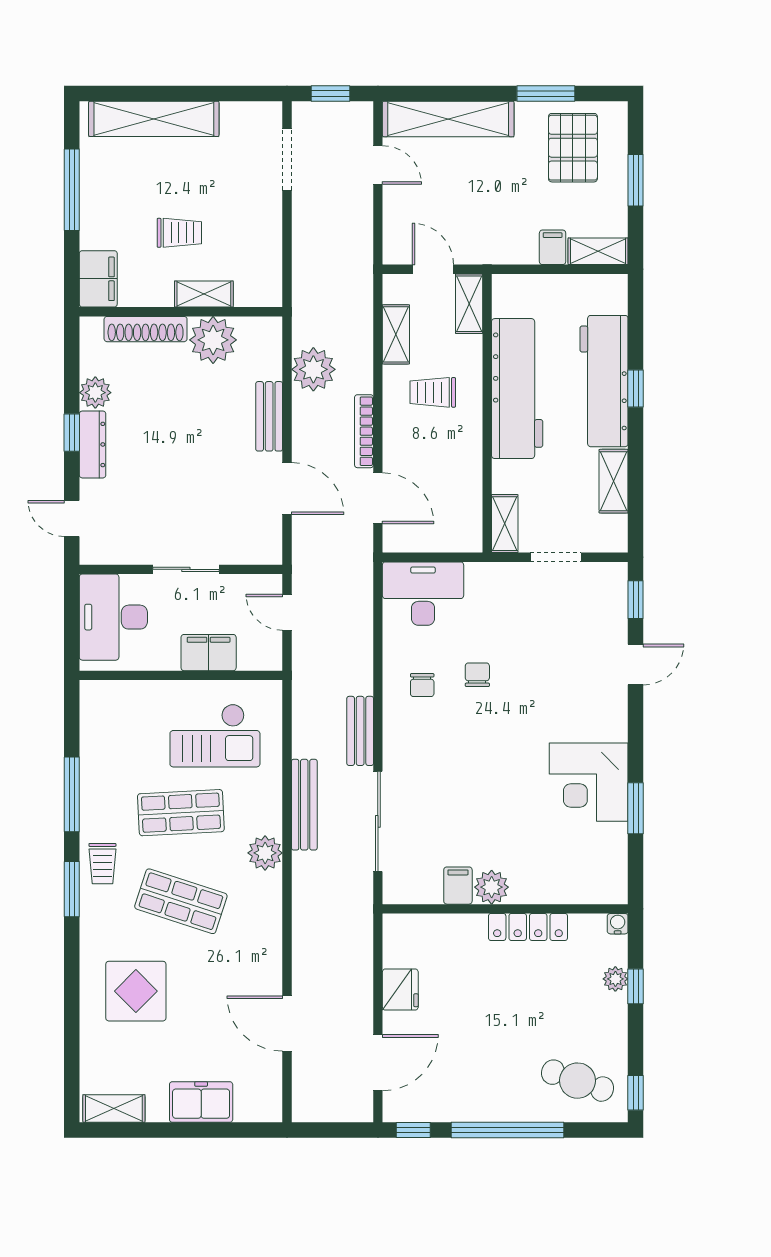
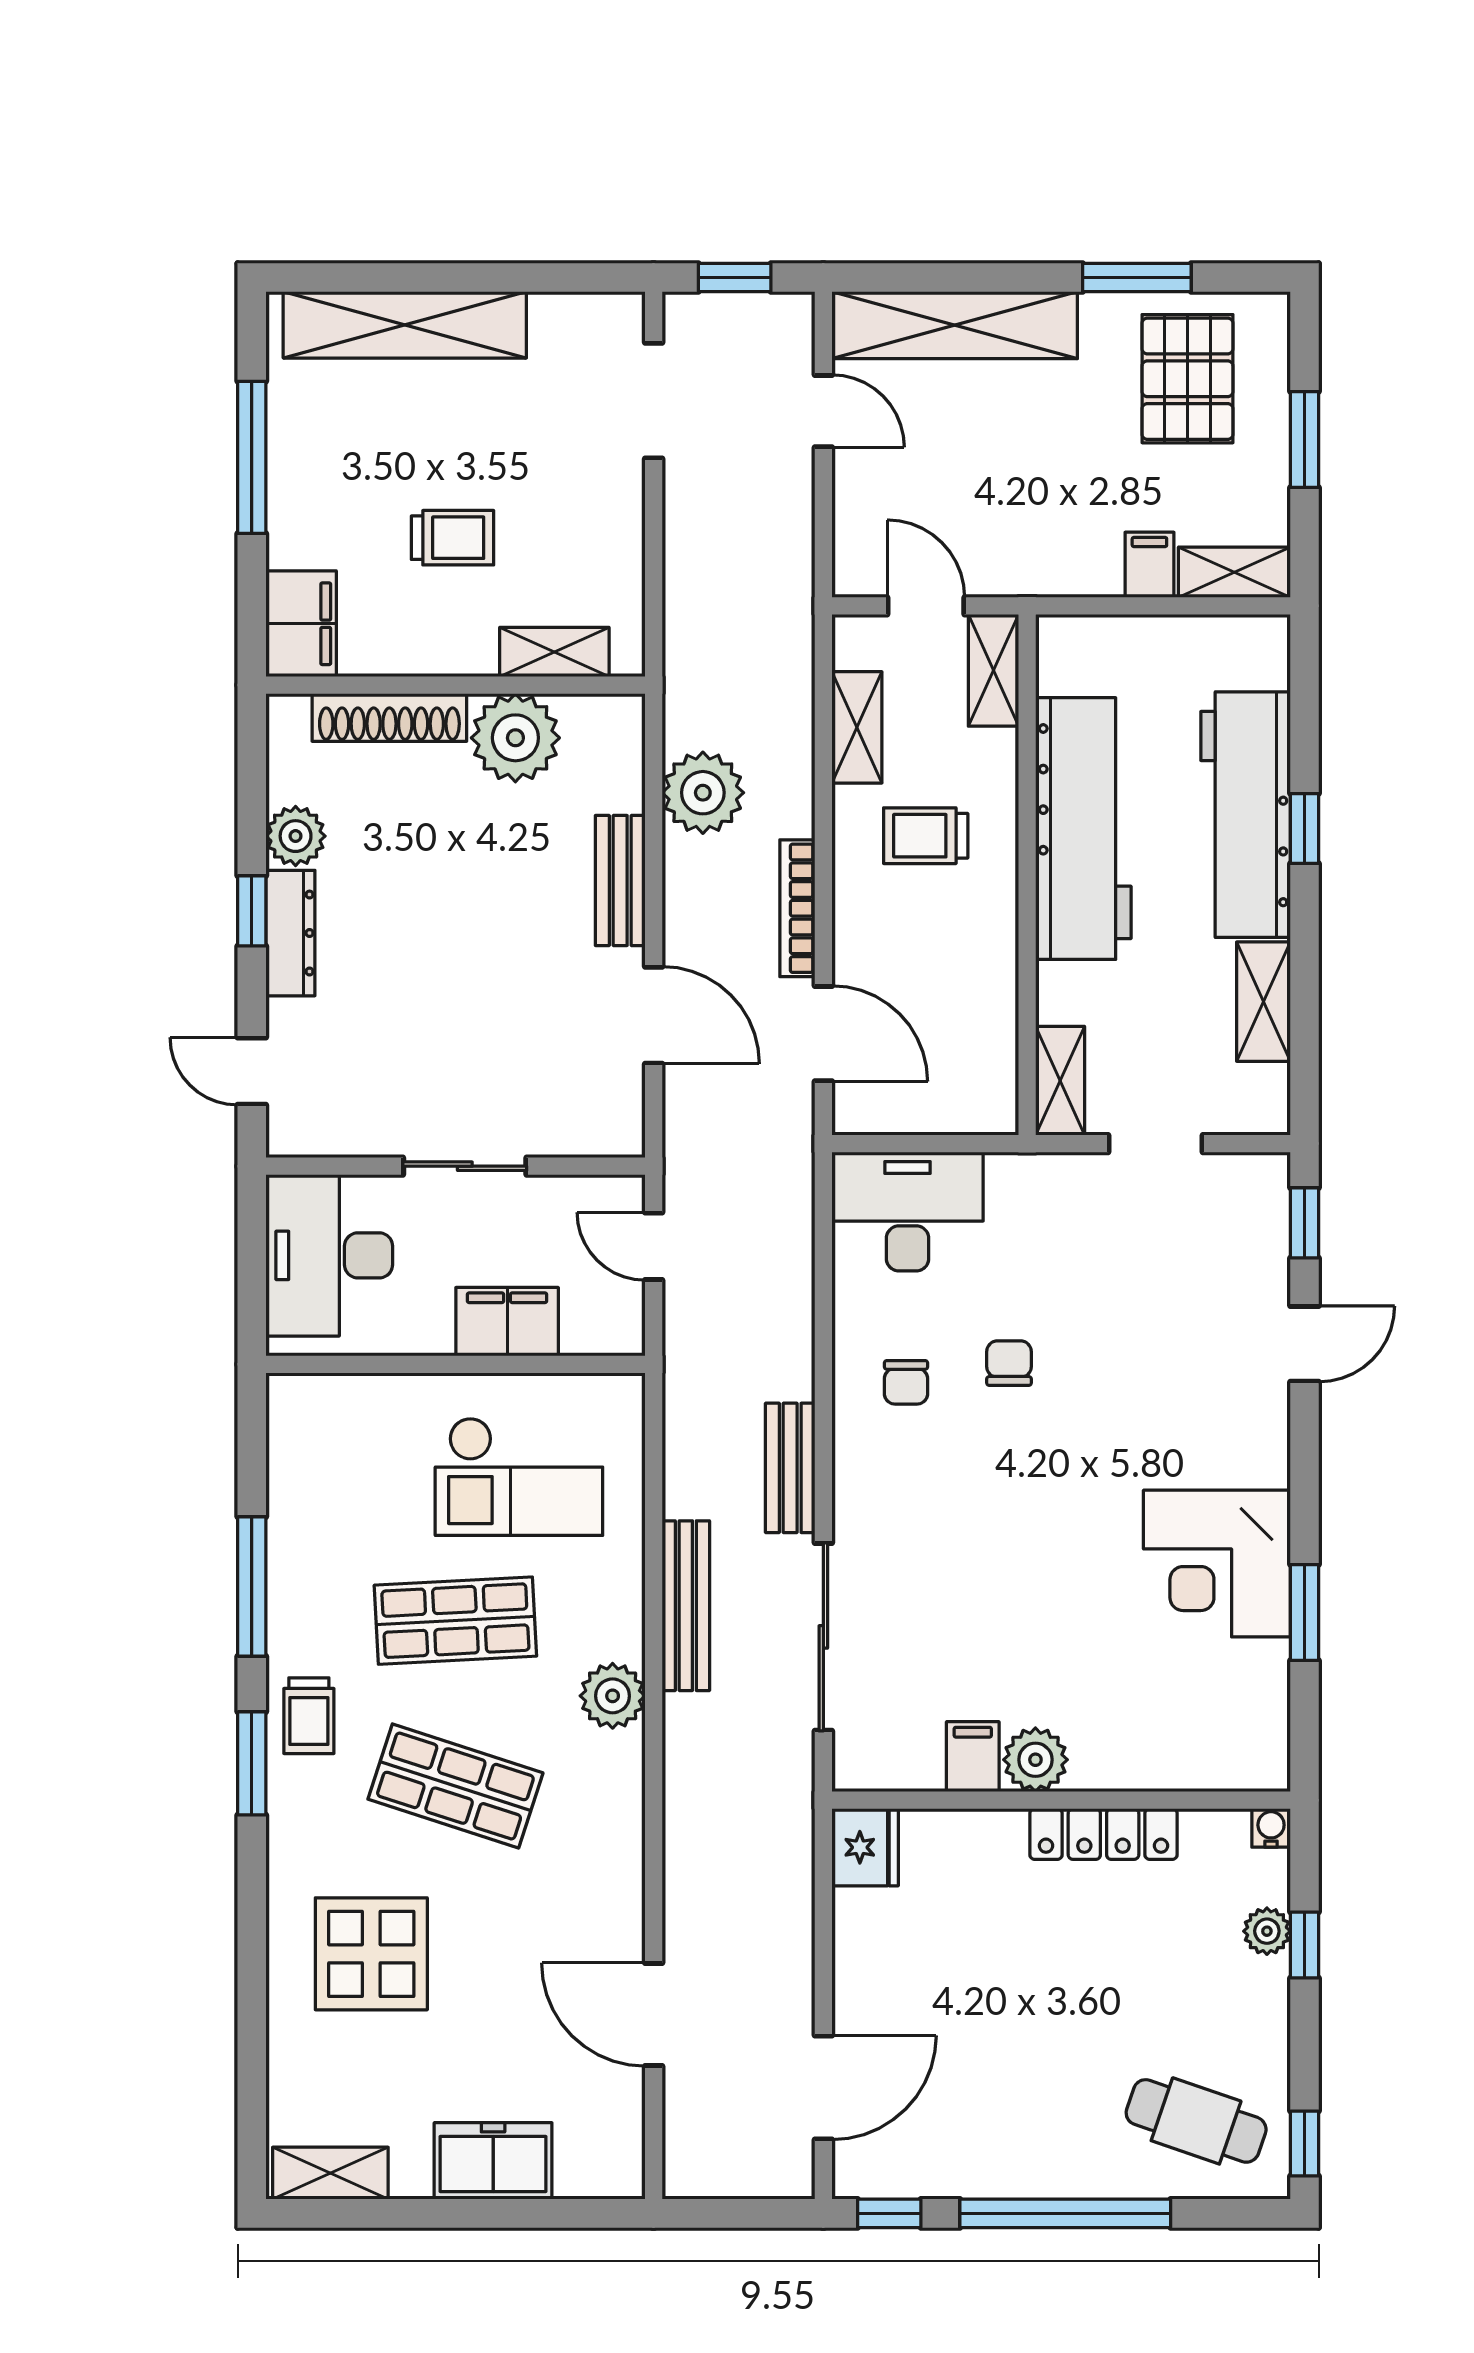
shelving: (204, 294) -> (554, 652), moved
fridge: (400, 990) -> (865, 1847), moved

